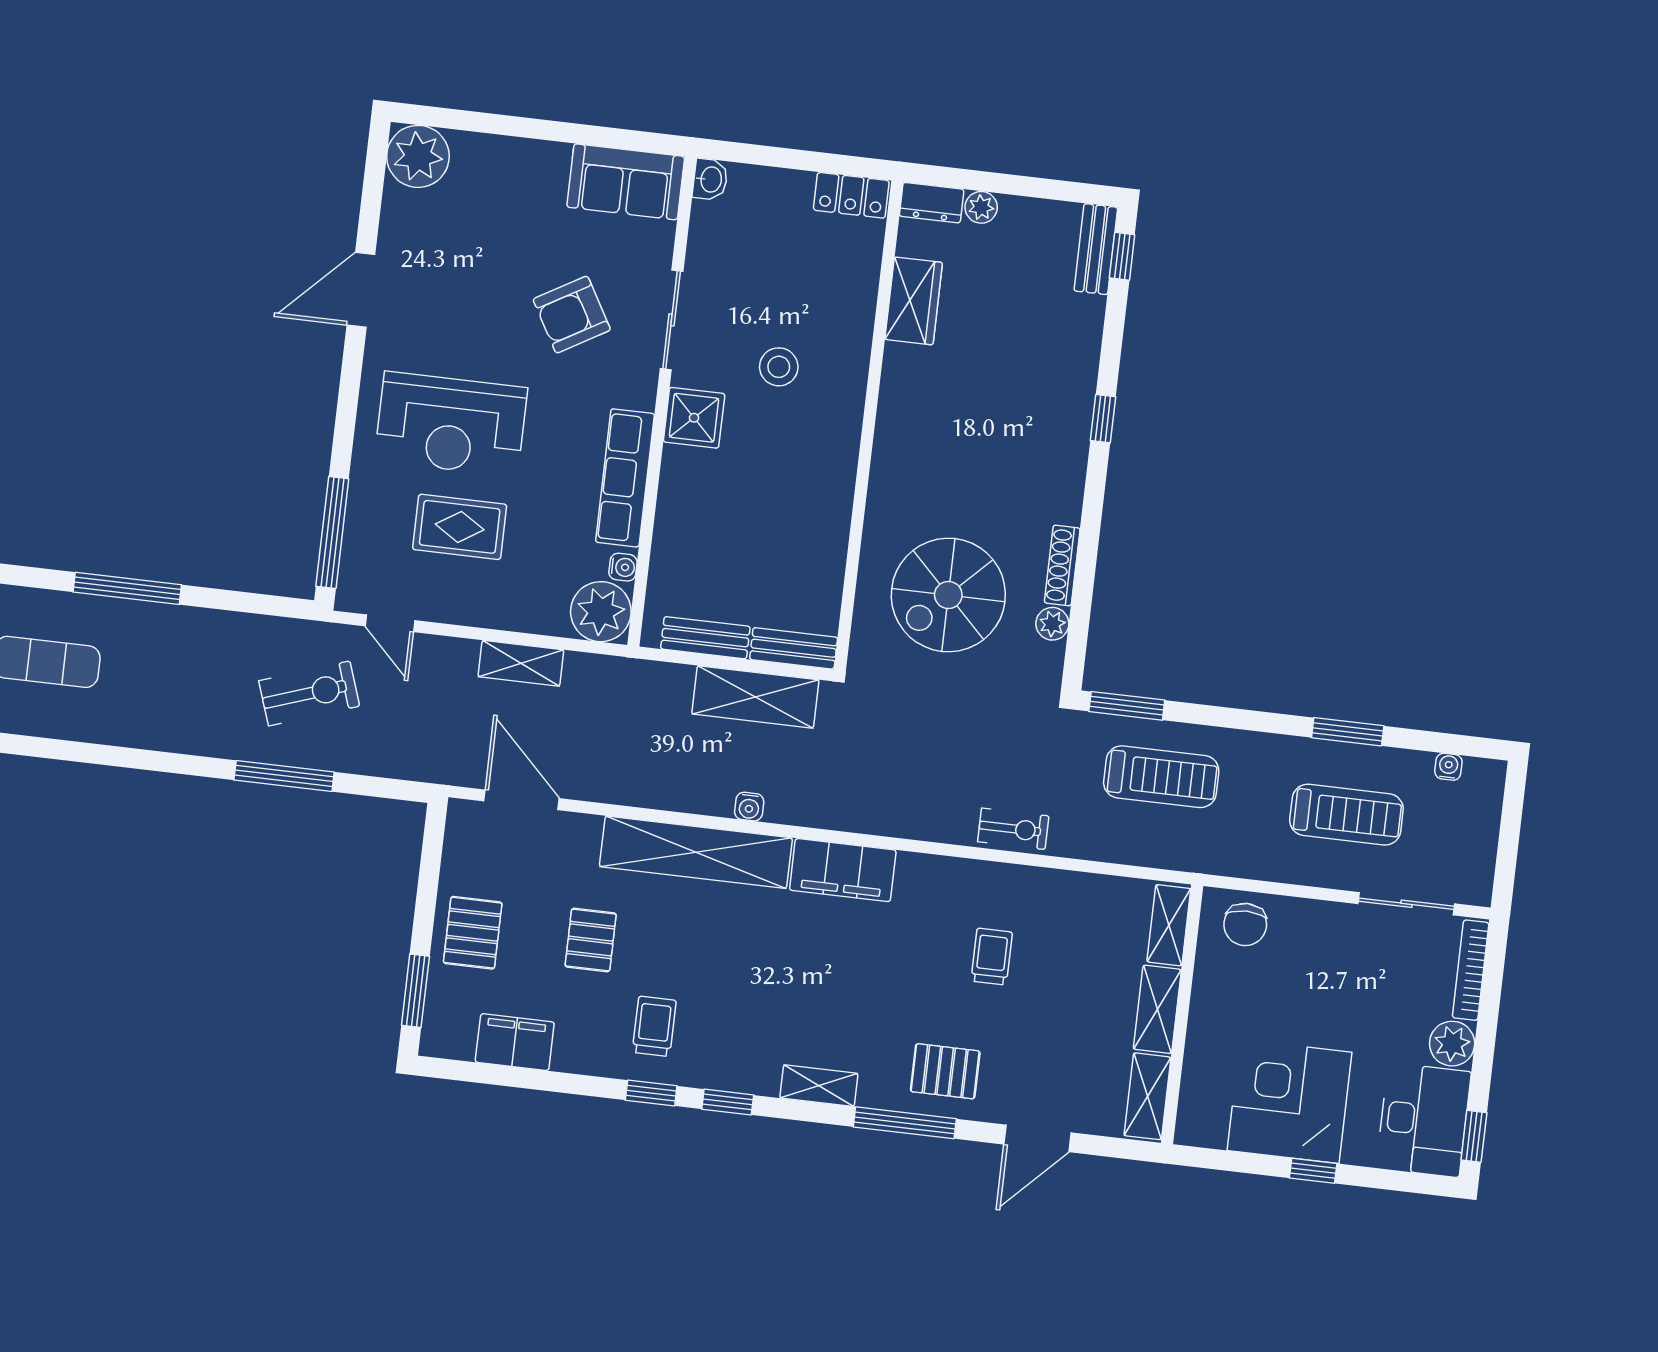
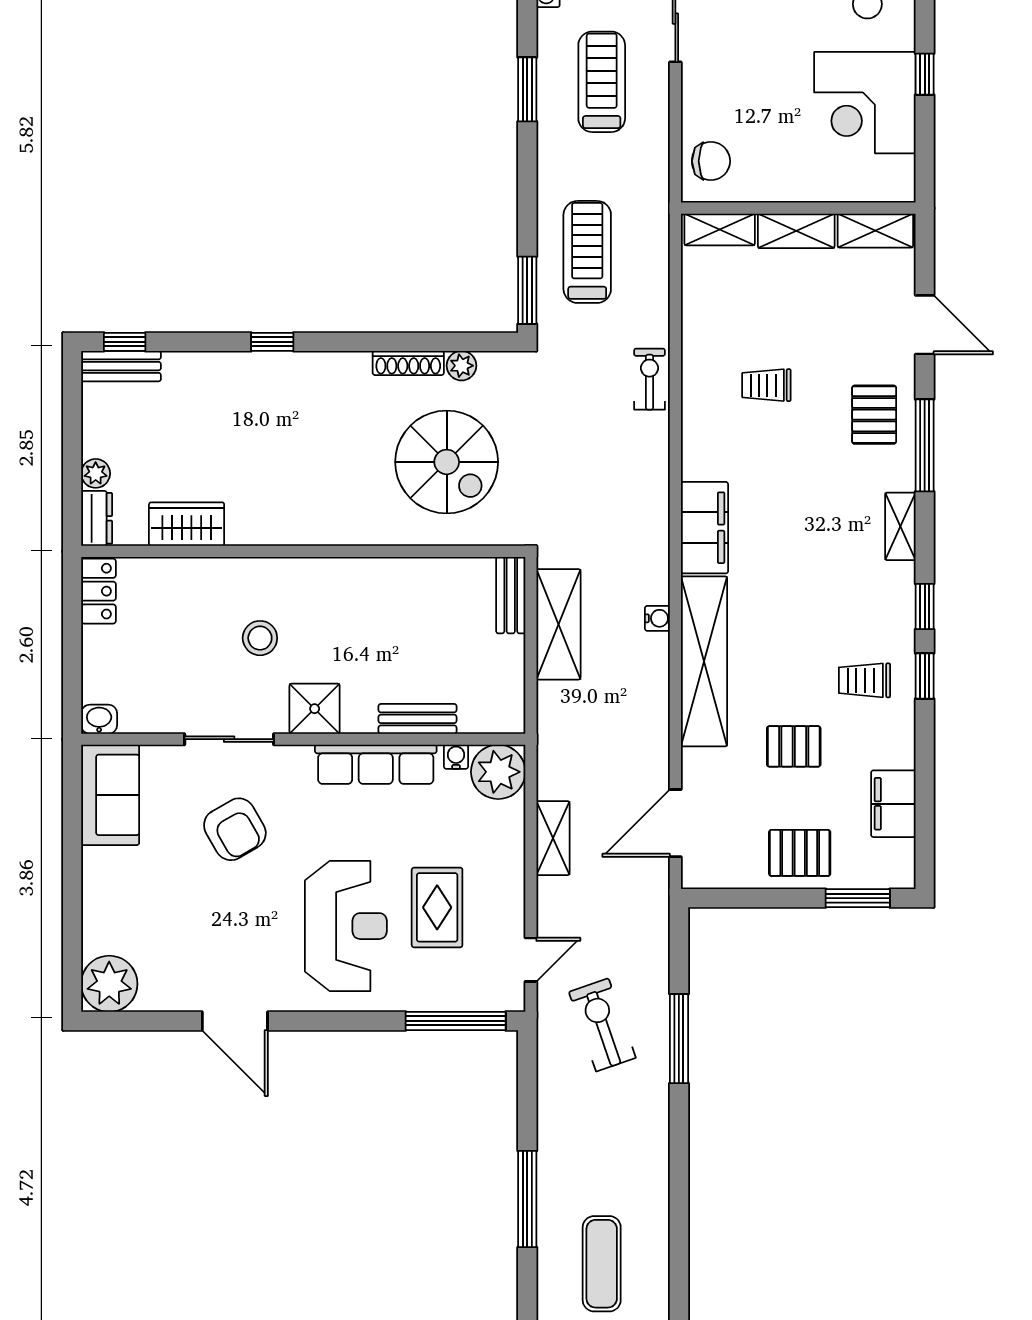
bench: (705, 638) -> (417, 719), moved, turned 90

